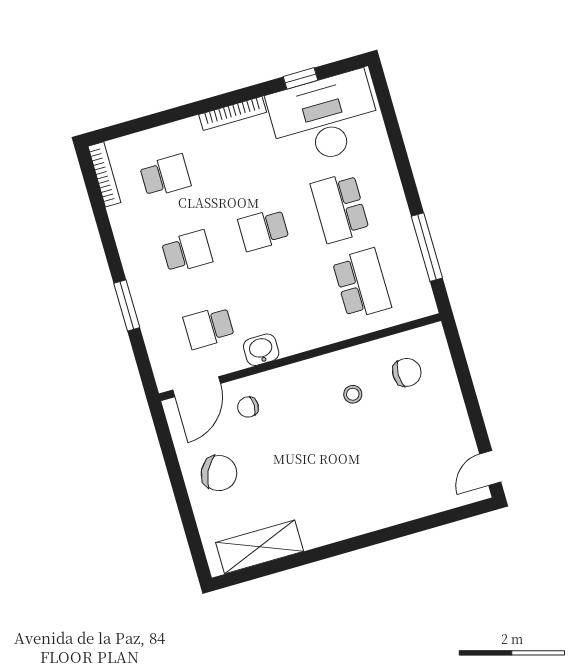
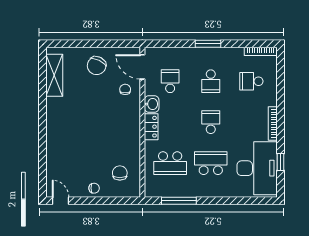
school desk: (165, 176) -> (251, 81), turned 90
window: (127, 305) -> (208, 44), moved
locker: (304, 338) -> (151, 127), added
chair: (407, 372) -> (120, 173), turned 180
stool: (353, 394) -> (117, 143), removed
chair: (449, 412) -> (94, 188), added

